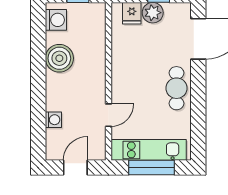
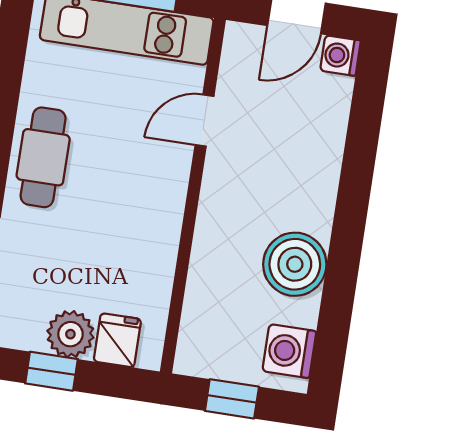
washing machine: (53, 120) -> (340, 56), moved

